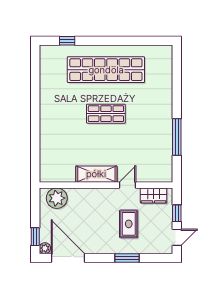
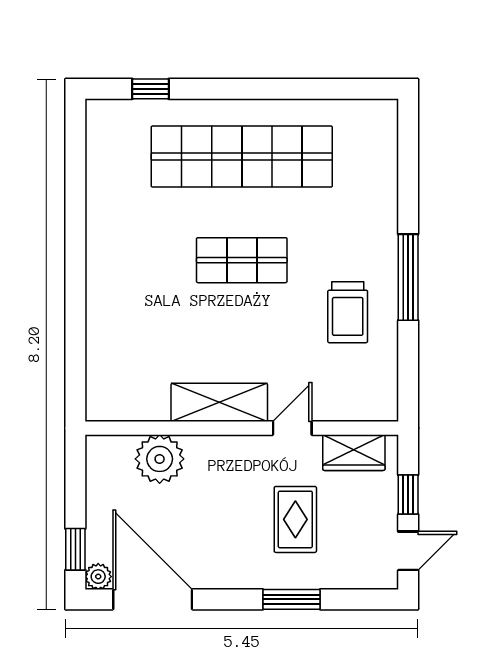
trolley: (151, 136) -> (348, 312), added
window: (177, 137) -> (408, 277), moved
plant: (57, 198) -> (160, 459), moved

